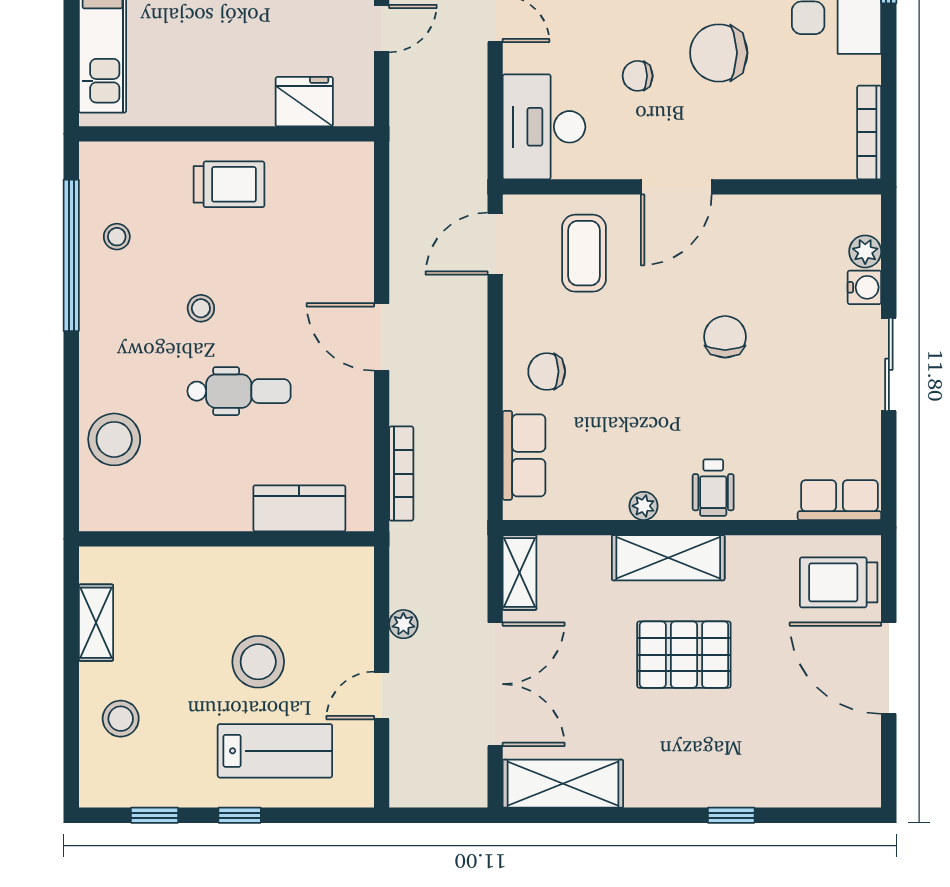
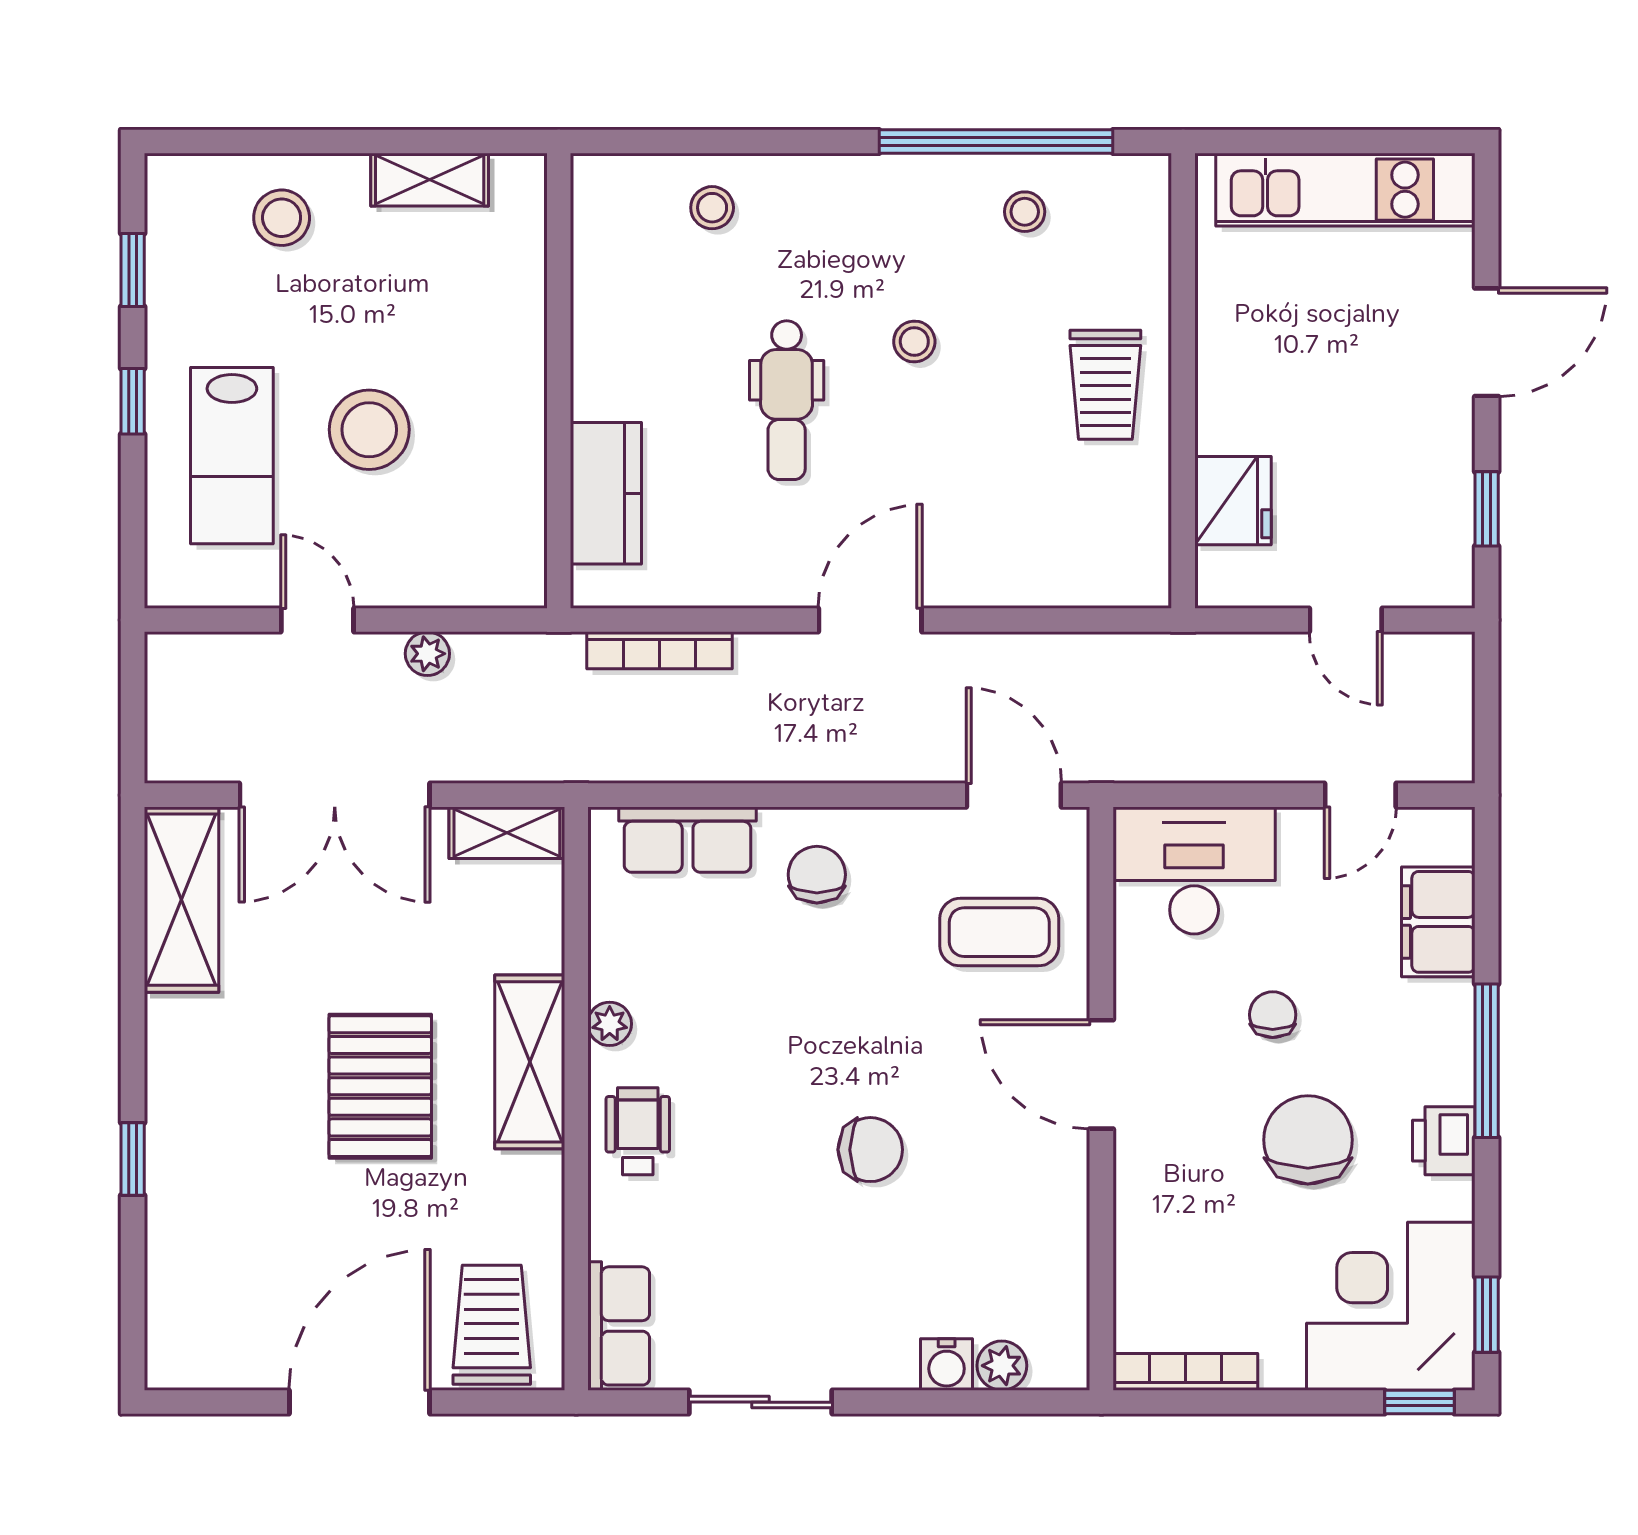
sliding door: (889, 364) -> (761, 1402), moved
stool: (114, 439) -> (712, 208), width x0.53, depth x0.53
wheelchair: (713, 488) -> (638, 1131), turned 90

